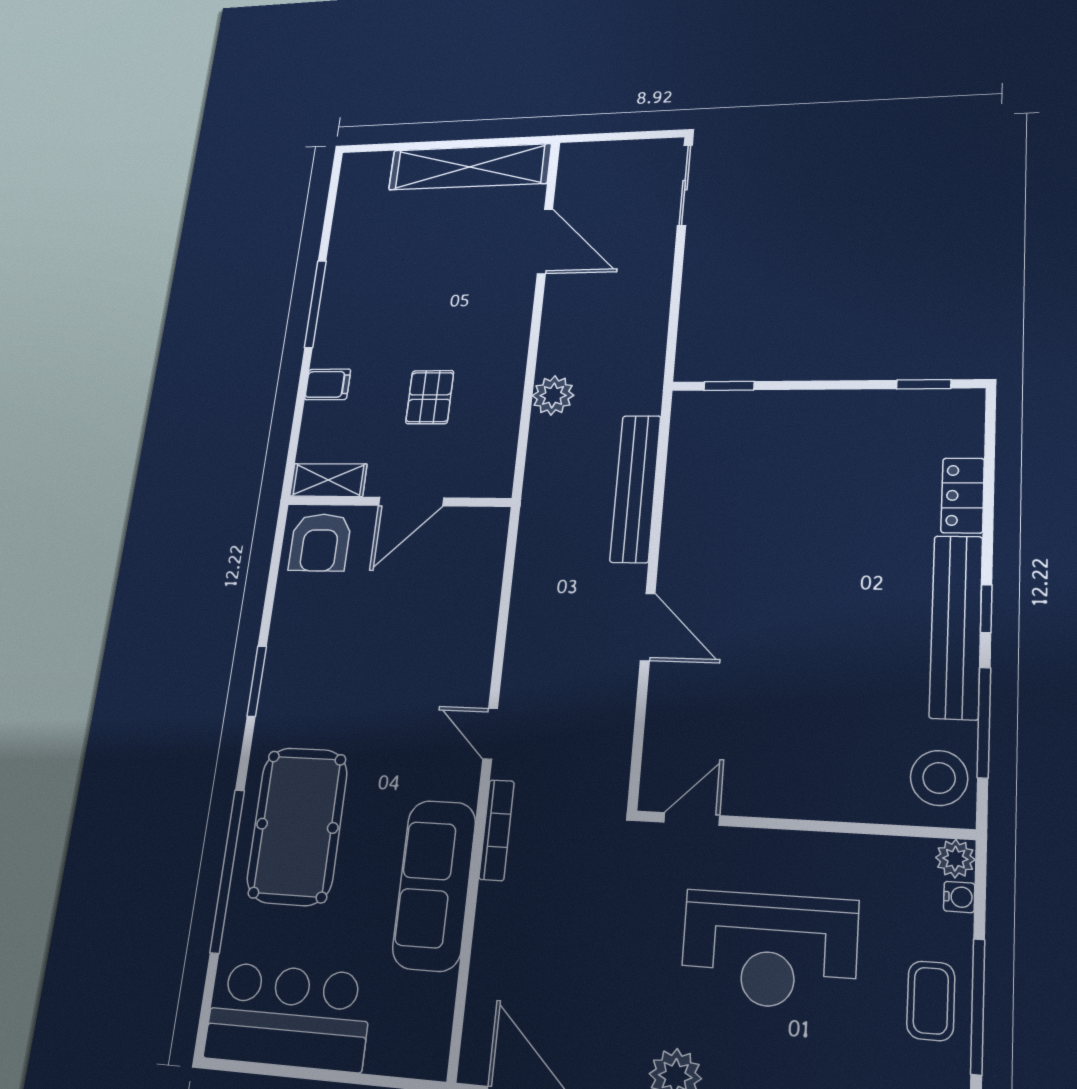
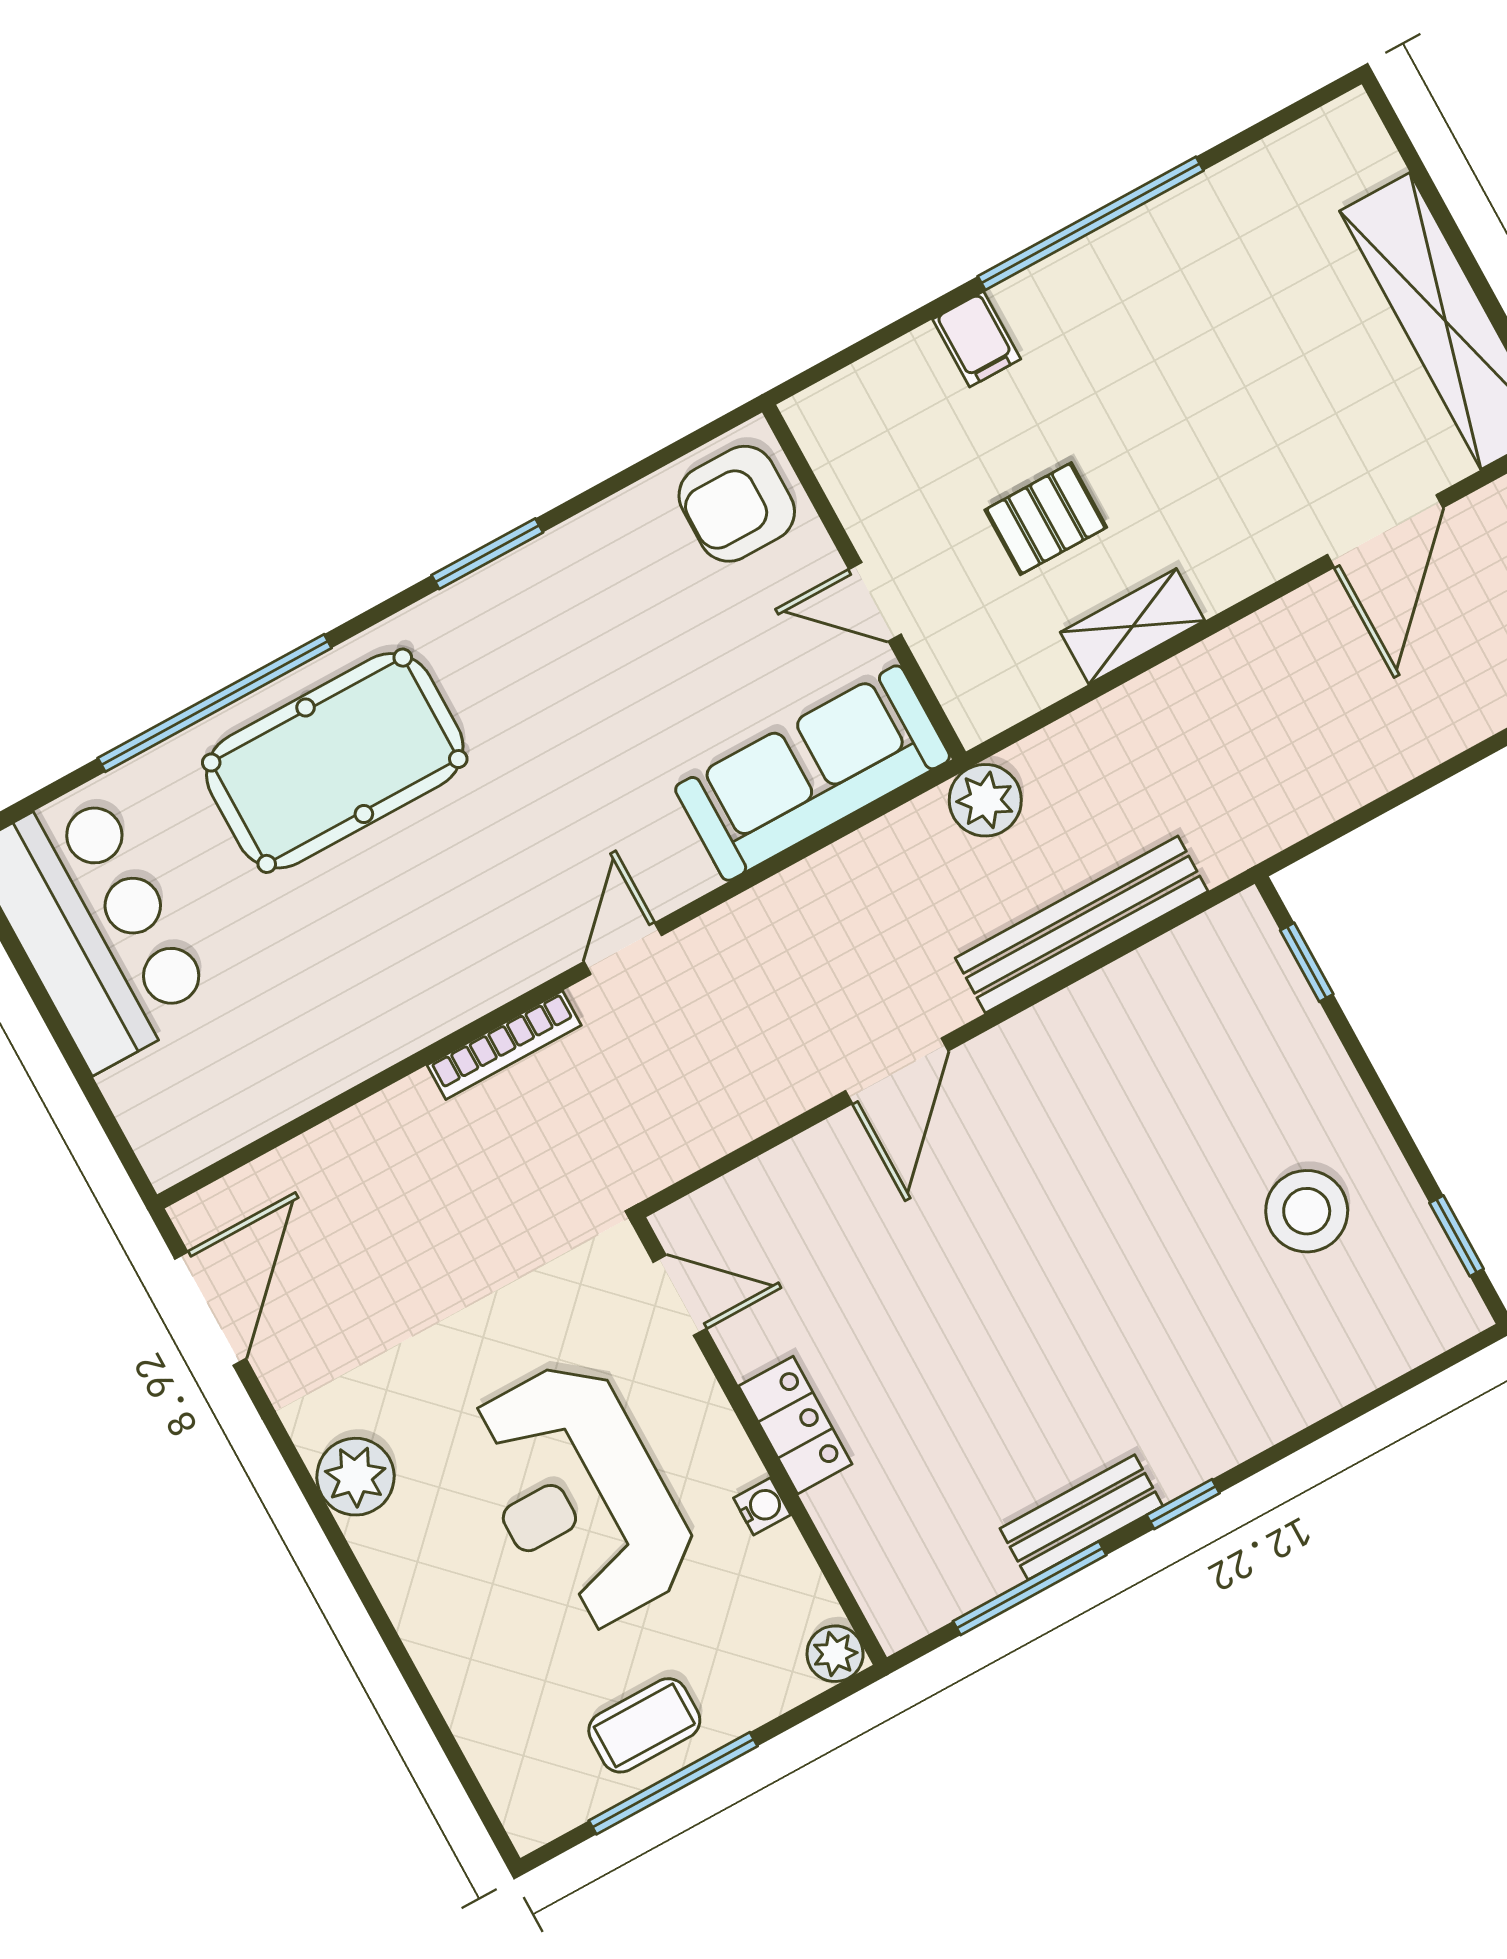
window: (315, 304) -> (1091, 223), width x1.46
plant: (553, 395) -> (985, 800), moved
shelving: (328, 480) -> (1133, 626), moved, turned 90
locker: (963, 495) -> (795, 1425), moved, turned 90
door: (411, 502) -> (875, 602), width x0.73
bench: (956, 626) -> (1081, 1517), width x0.54, depth x0.82
stool: (939, 778) -> (1307, 1211), moved
sofa: (434, 885) -> (813, 773), moved
water cooler: (959, 897) -> (762, 1506), moved, turned -90

